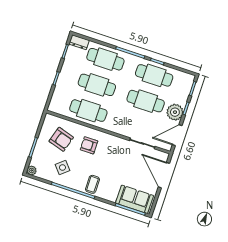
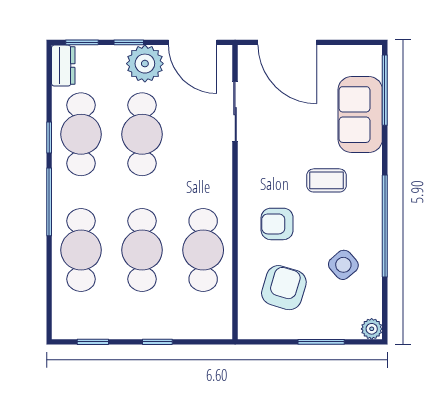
dresser: (79, 42) -> (63, 66), moved
armchair: (89, 145) -> (277, 224), turned 90
door: (164, 175) -> (287, 42), hinge flipped
coffee table: (92, 184) -> (327, 180), moved
sofa: (135, 199) -> (360, 115), moved

